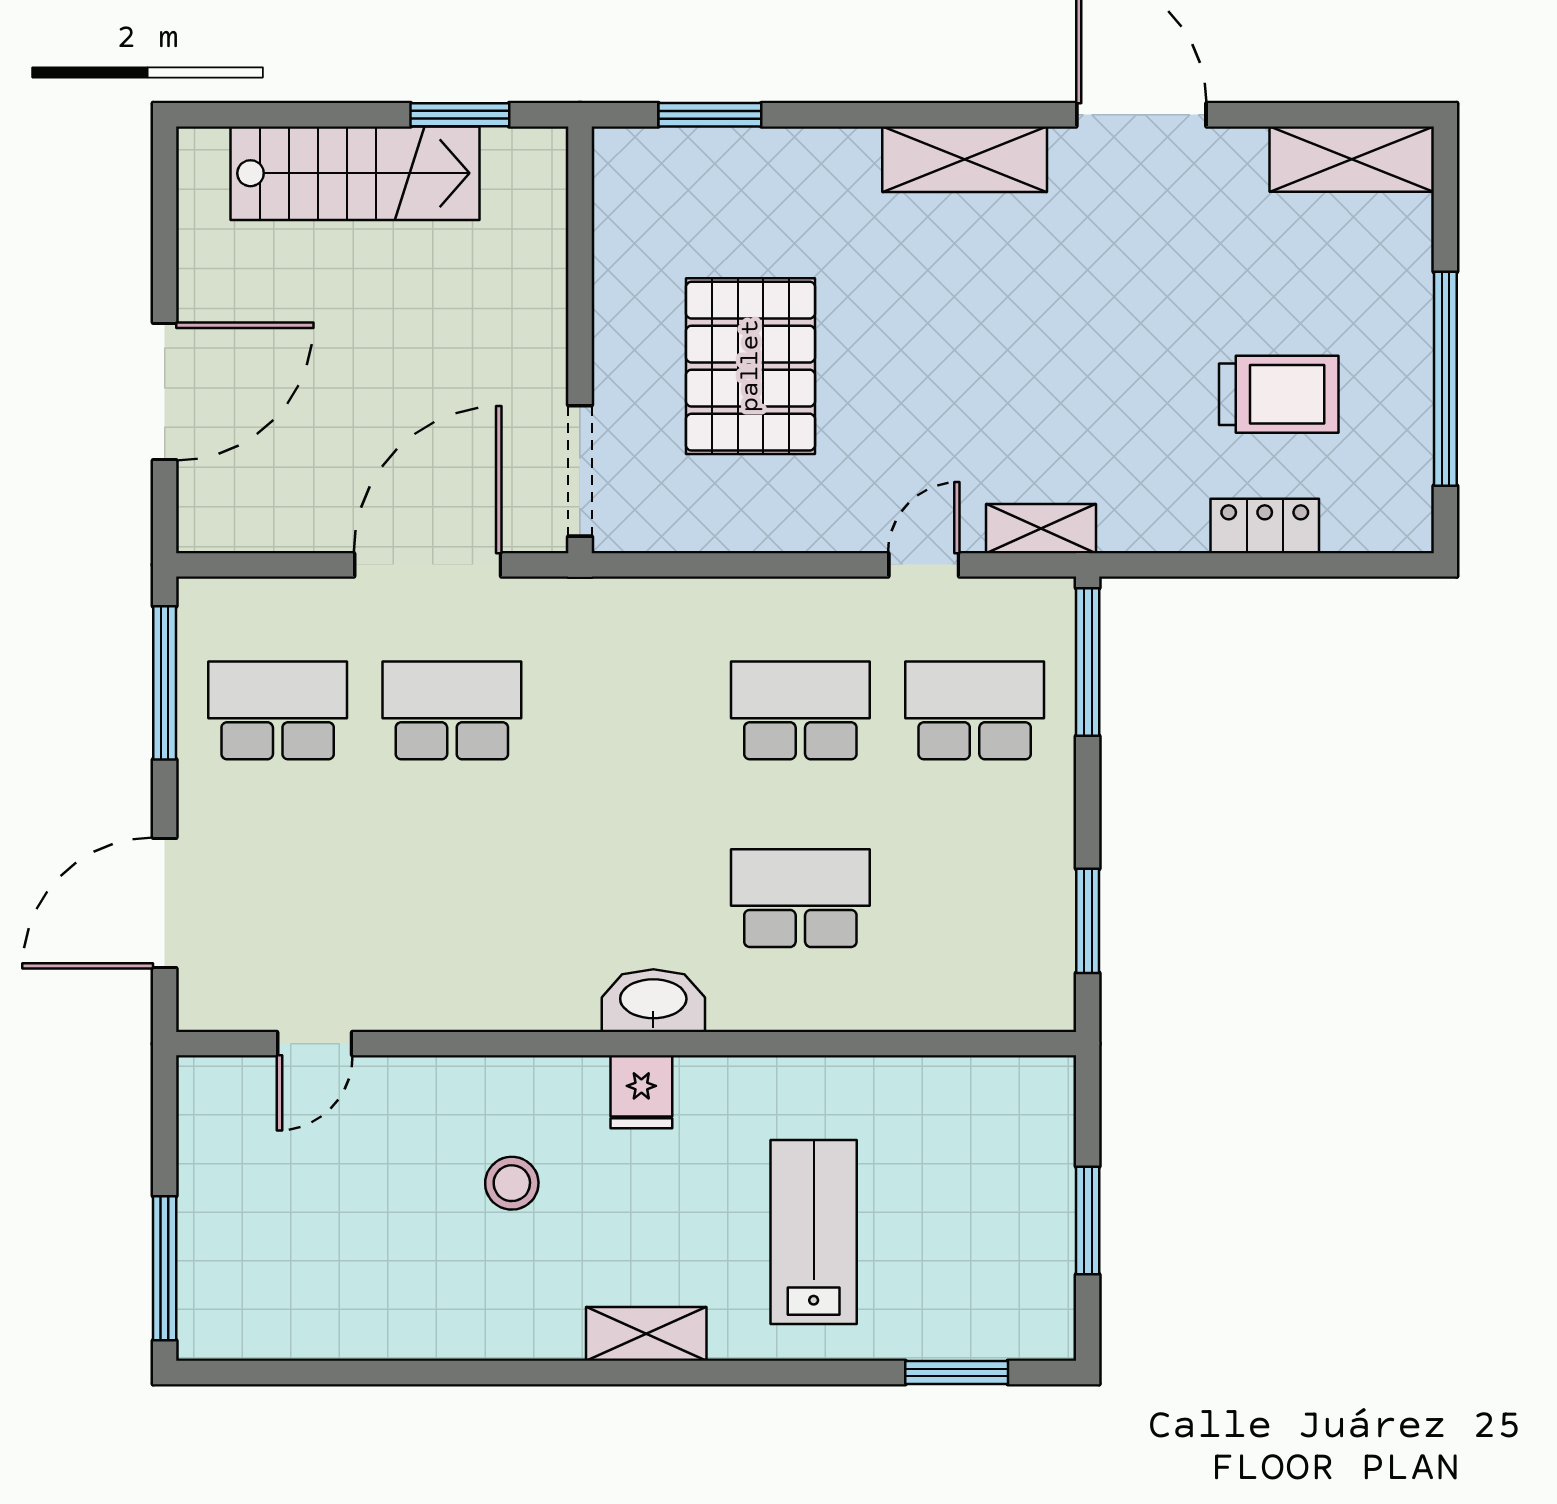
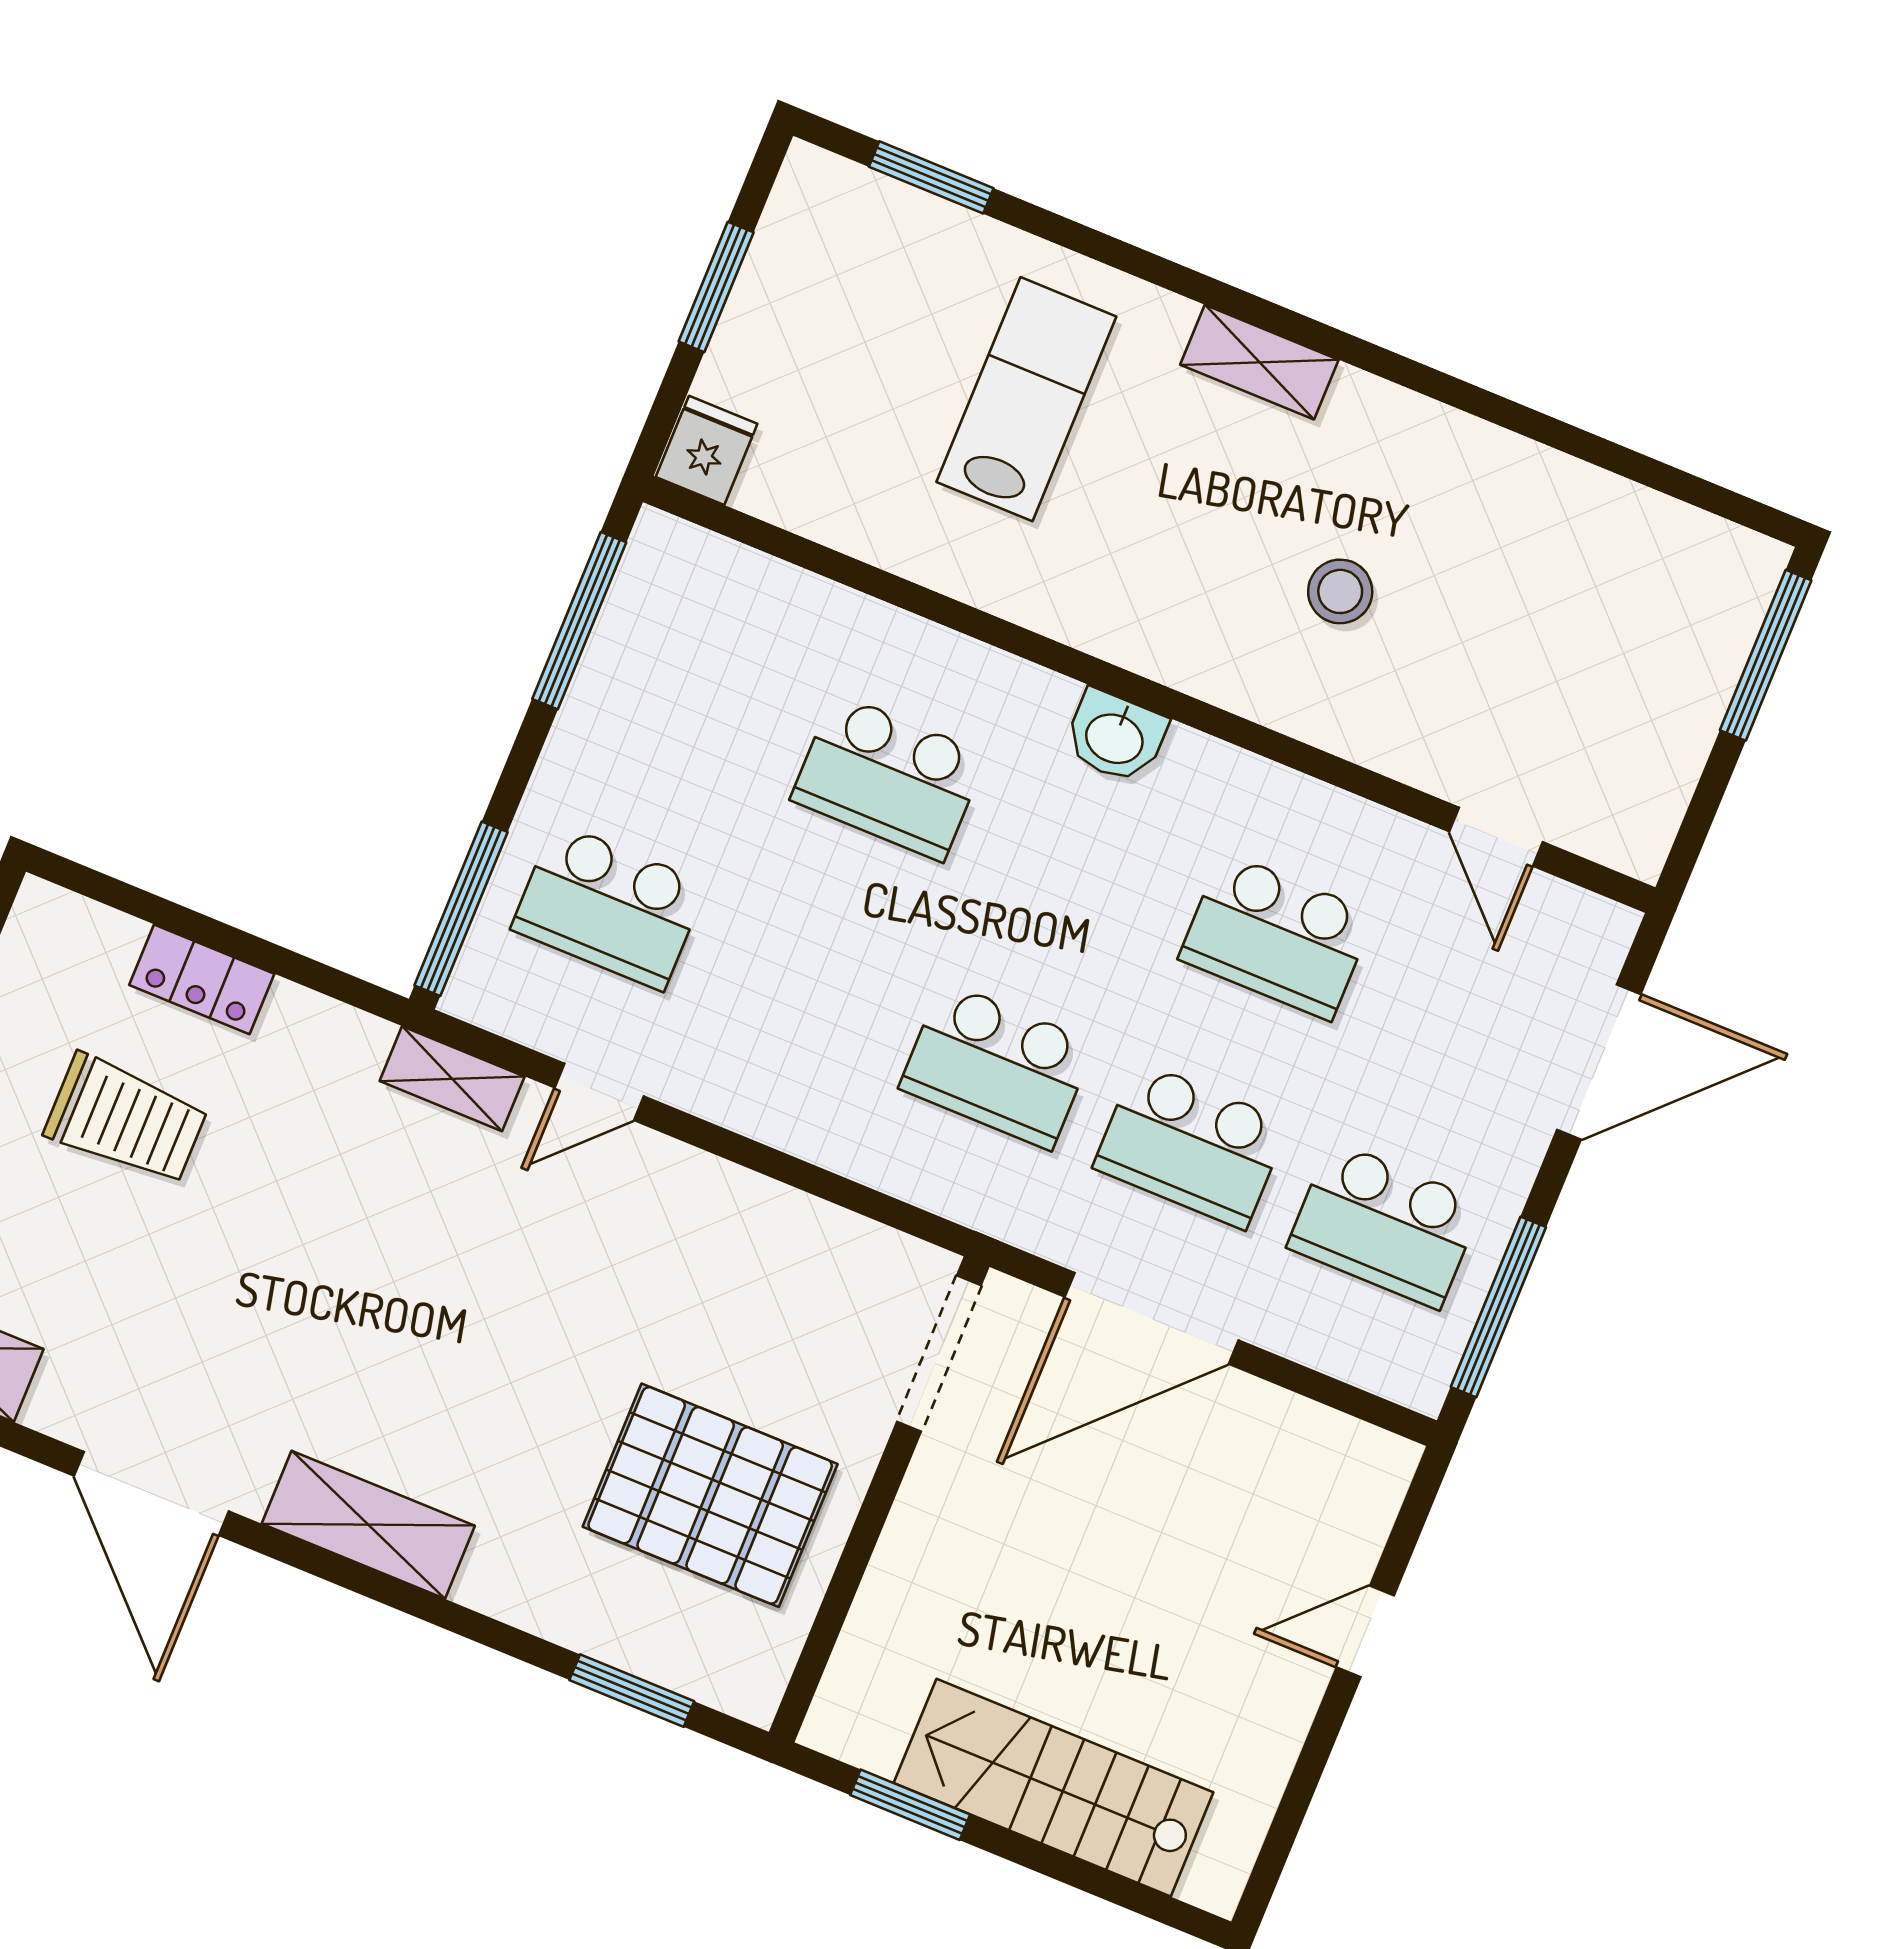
pallet: (751, 366) -> (710, 1495), moved, turned 90
door: (165, 391) -> (1365, 1632), width x0.53
trolley: (1279, 394) -> (126, 1120), turned 180
school desk: (800, 710) -> (997, 1066), moved
school desk: (452, 898) -> (1277, 936), added
window: (1088, 921) -> (579, 621), width x1.44
washbasin: (653, 1001) -> (1115, 737), width x0.72
door: (315, 1044) -> (1496, 837), swing flipped
fridge: (641, 1092) -> (707, 450), moved
lab bench: (814, 1232) -> (1026, 399), turned 180

